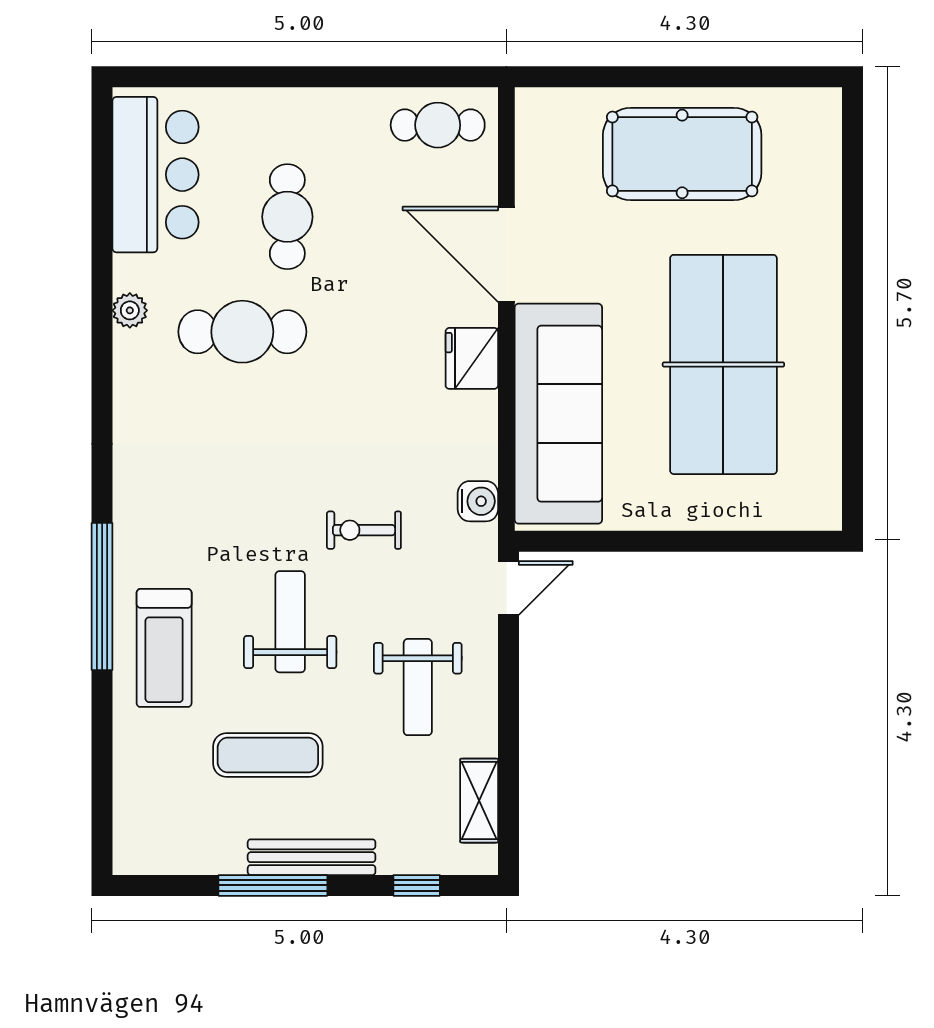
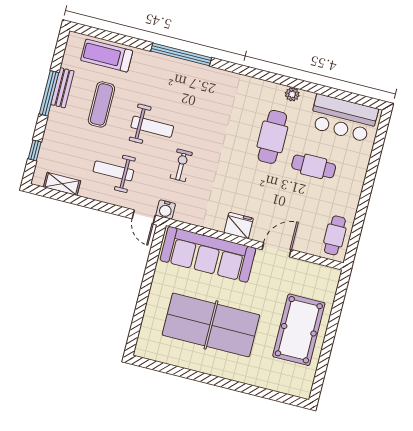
door: (506, 254) -> (277, 250), width x0.73
water cooler: (478, 501) -> (166, 210), moved
treadmill: (164, 648) -> (107, 56), moved
bench: (312, 857) -> (62, 88), moved, width x0.73

